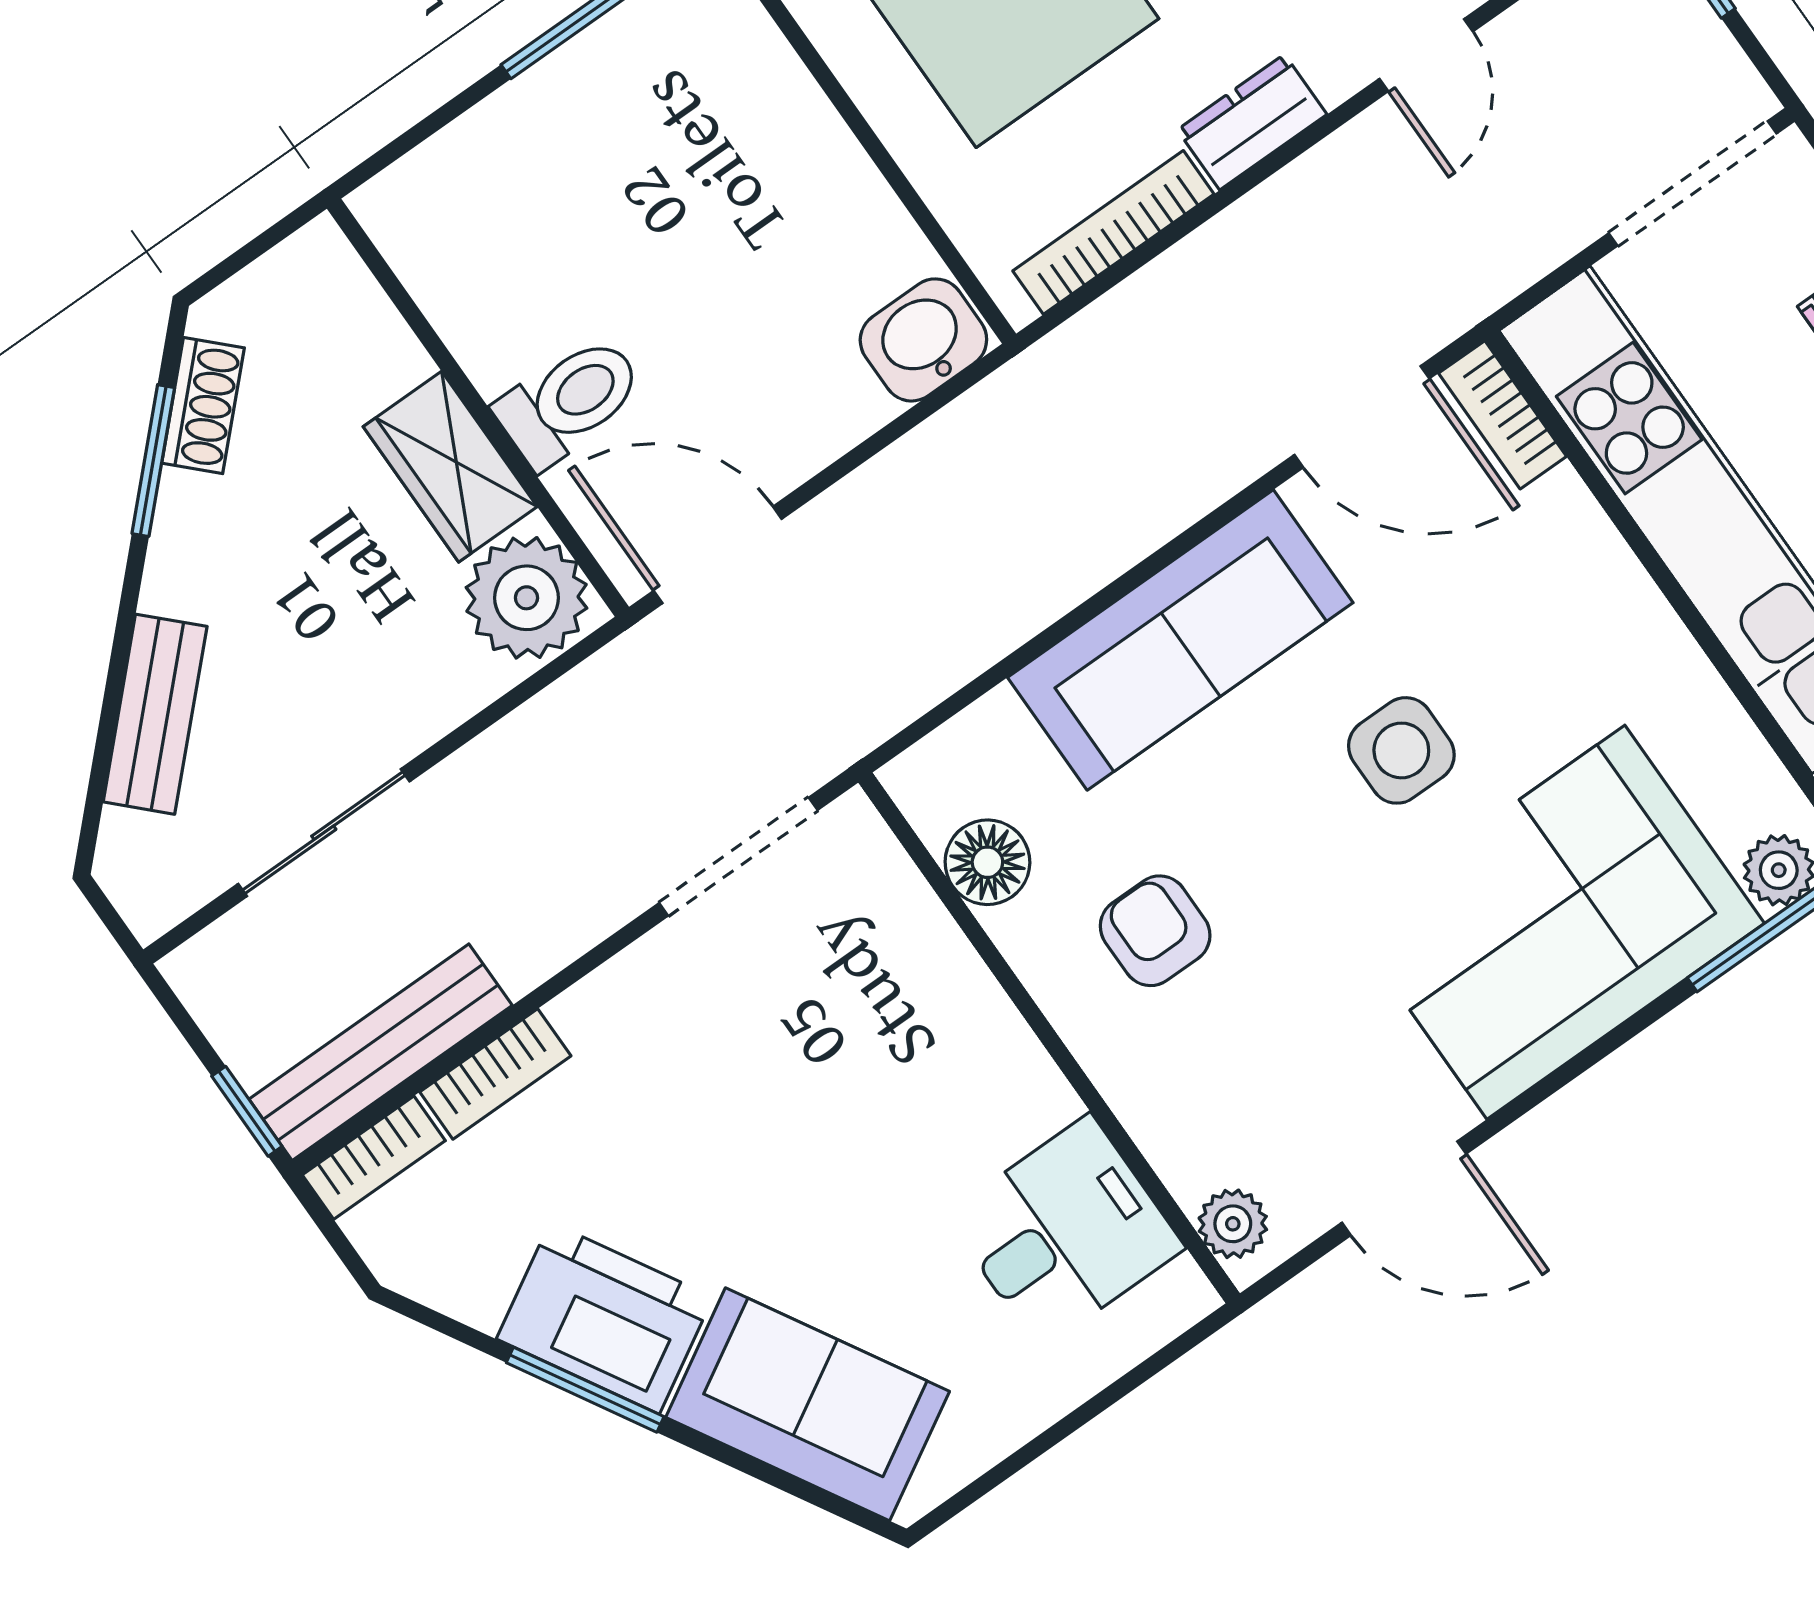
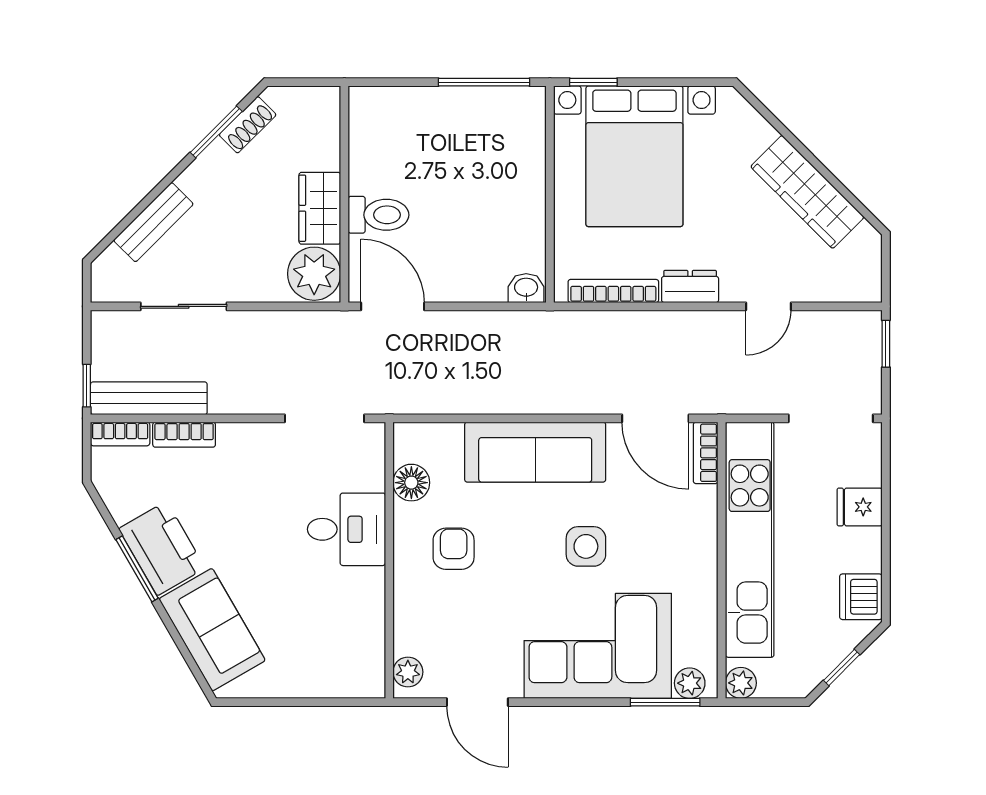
washbasin: (923, 340) -> (526, 288), width x0.72, depth x0.69
desk: (1065, 1232) -> (346, 529), moved

